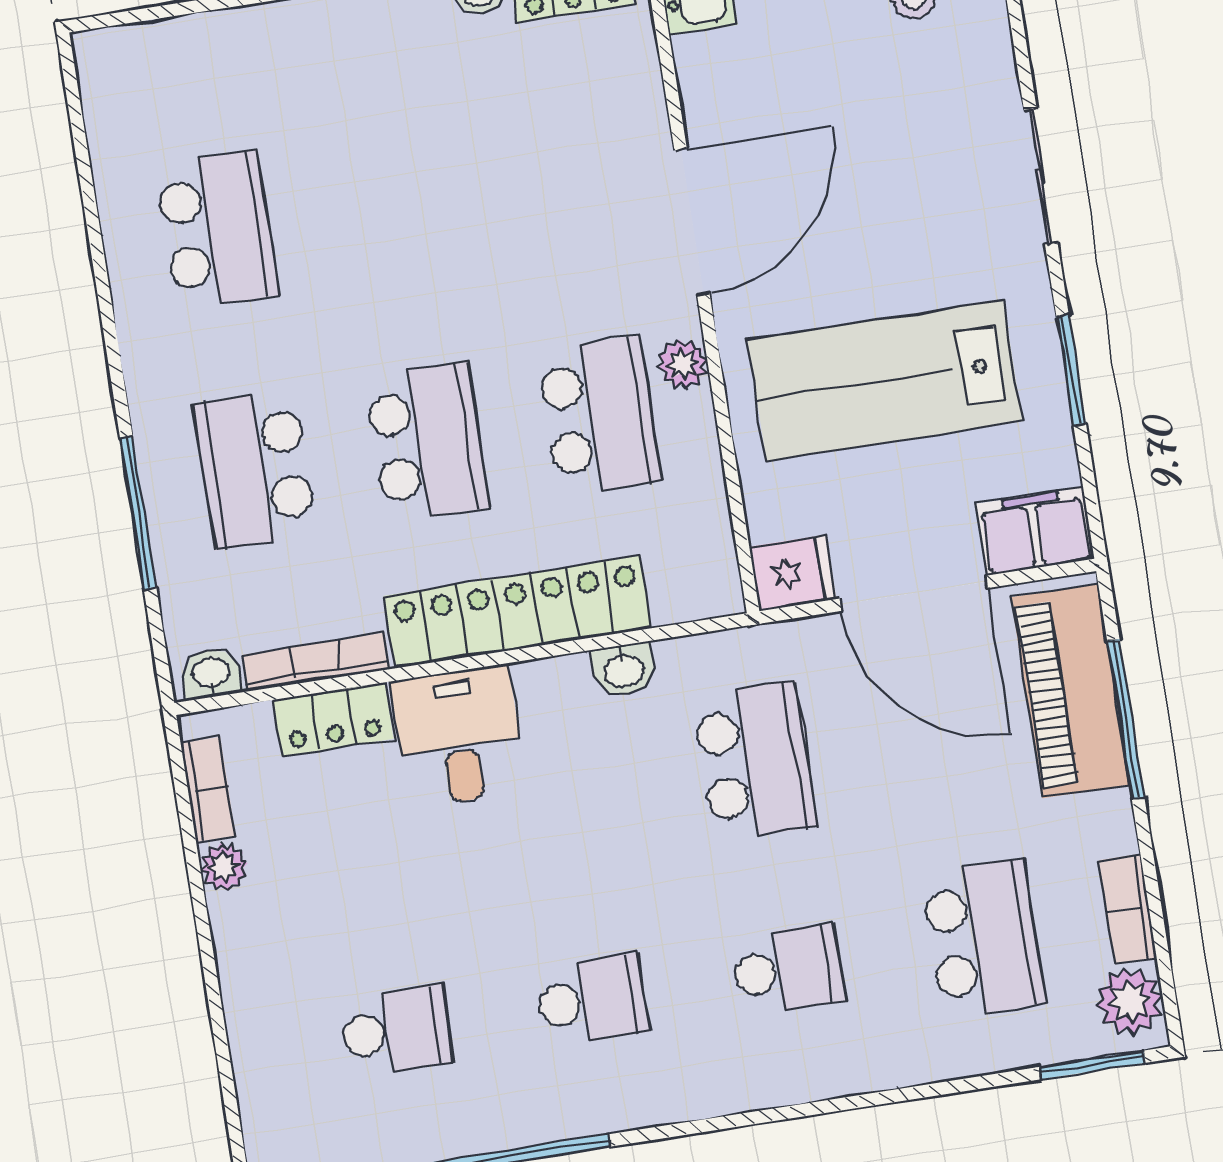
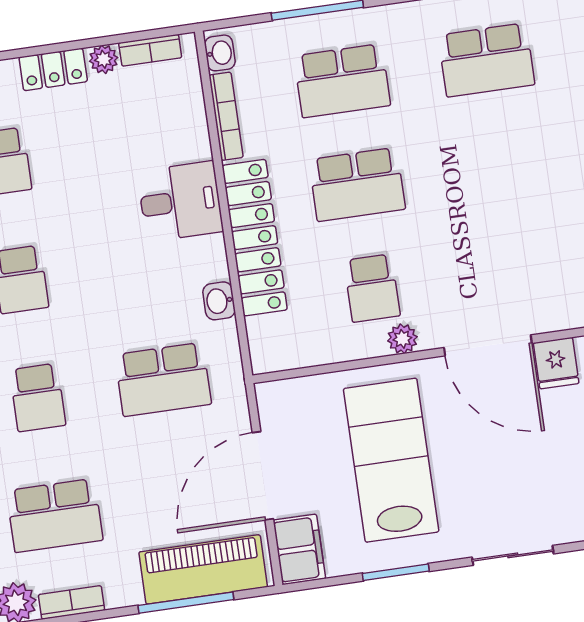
school desk: (599, 416) -> (372, 288), width x0.54
school desk: (255, 470) -> (342, 81), turned 180
fridge: (793, 573) -> (556, 363), moved
locker: (333, 719) -> (53, 69), moved, turned -90

